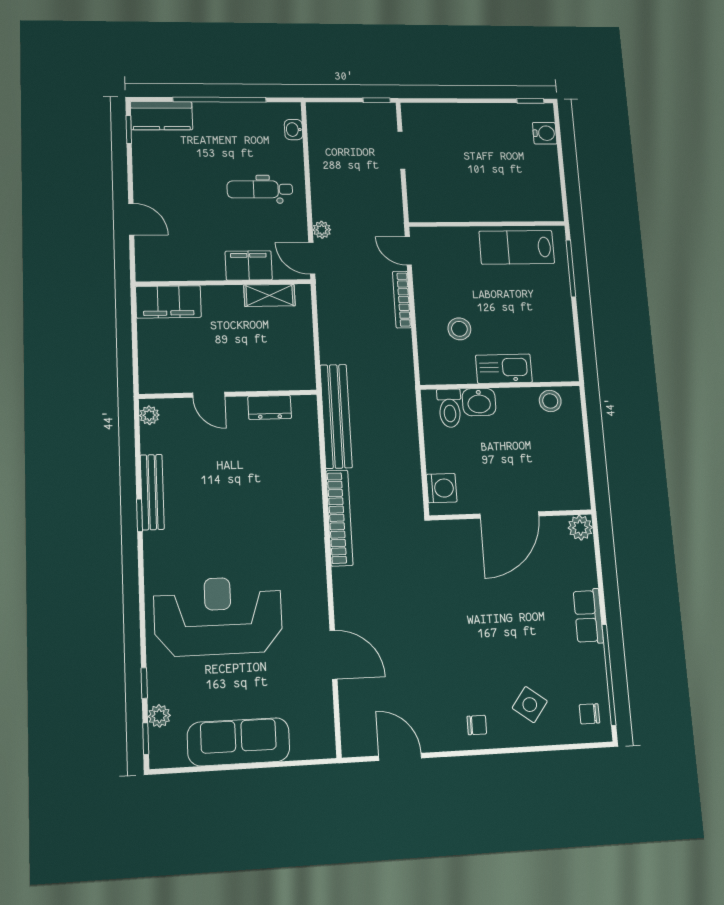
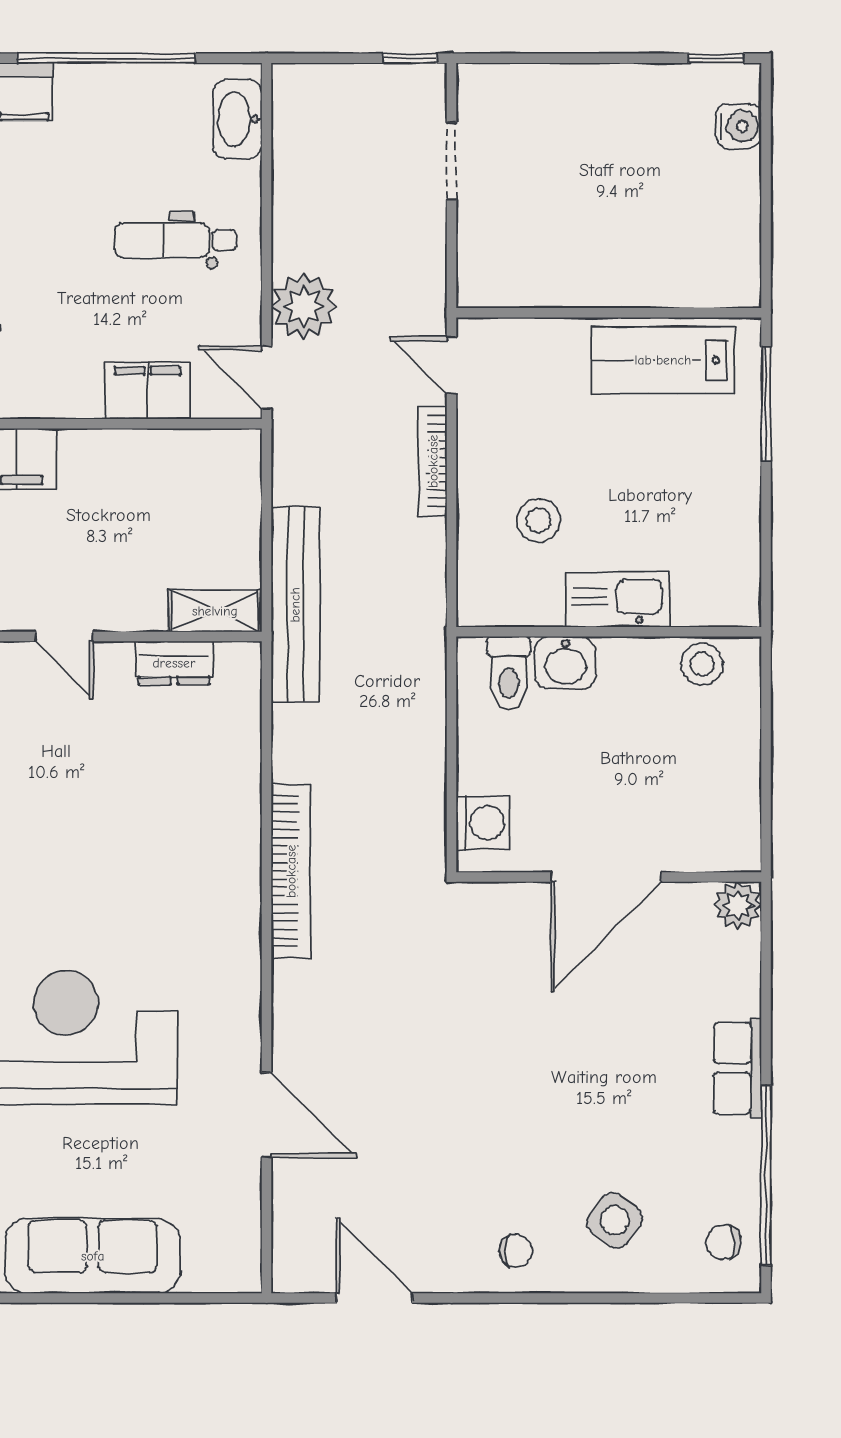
washbasin: (294, 130) -> (237, 119), width x1.91, depth x1.45
plant: (322, 230) -> (304, 306), width x1.88, depth x1.88
shelving: (269, 295) -> (215, 611), moved
bench: (336, 416) -> (295, 605), moved

